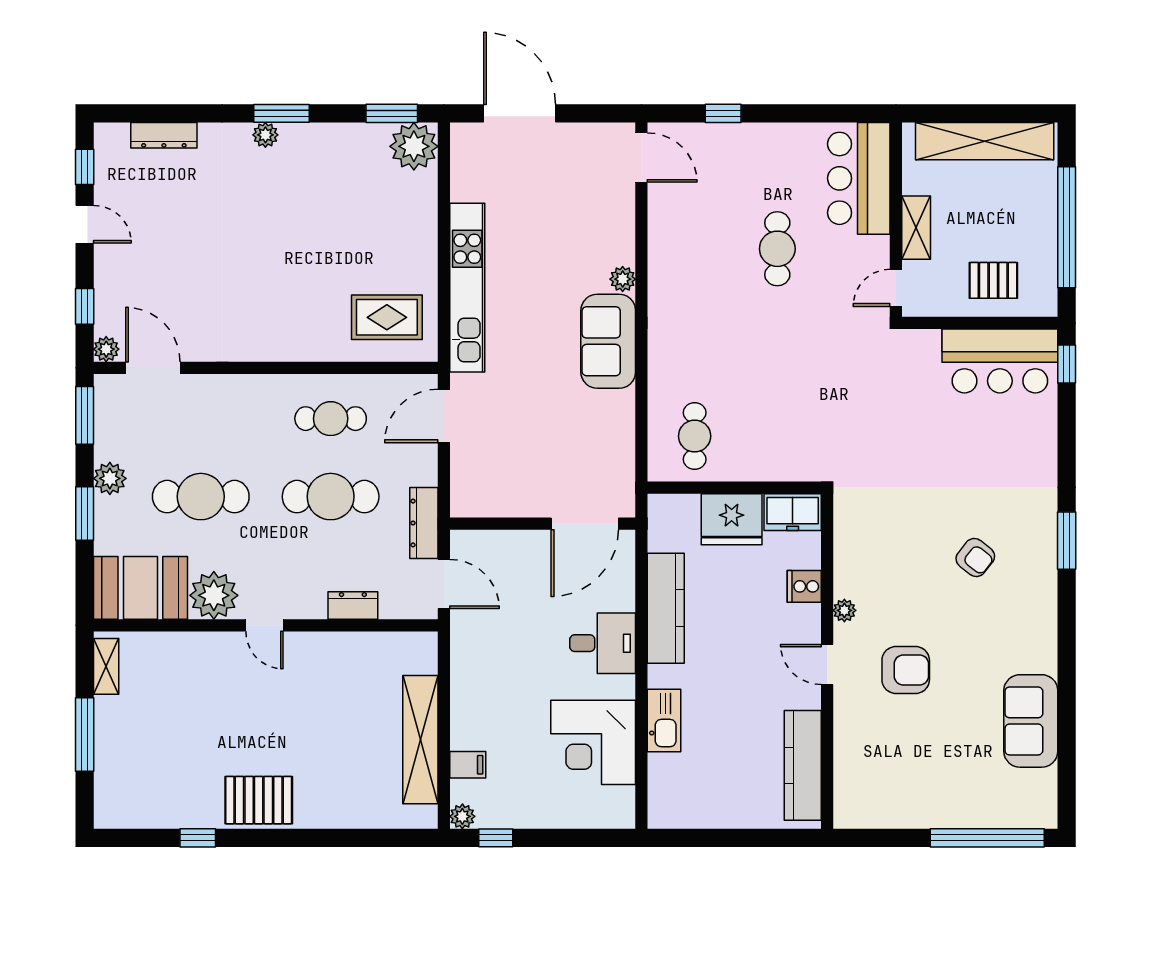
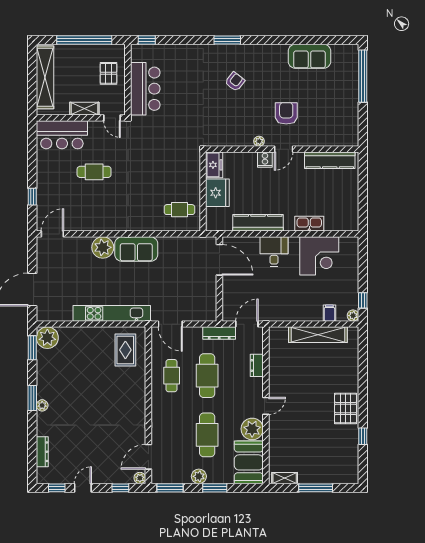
plant: (623, 279) -> (103, 247), width x1.88, depth x1.88
bar counter: (1000, 361) -> (145, 89), moved
cooker: (804, 586) -> (265, 160), moved

